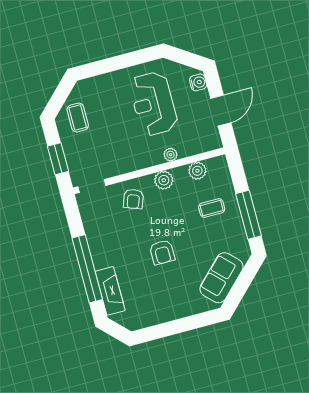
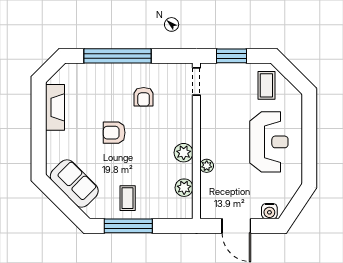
reception desk: (153, 104) -> (269, 142), moved, turned 90
coffee table: (78, 118) -> (266, 85), turned 90
armchair: (133, 199) -> (144, 97), moved, turned -110
coffee table: (212, 208) -> (128, 198), moved
fireplace: (110, 291) -> (55, 107), moved, turned -90

